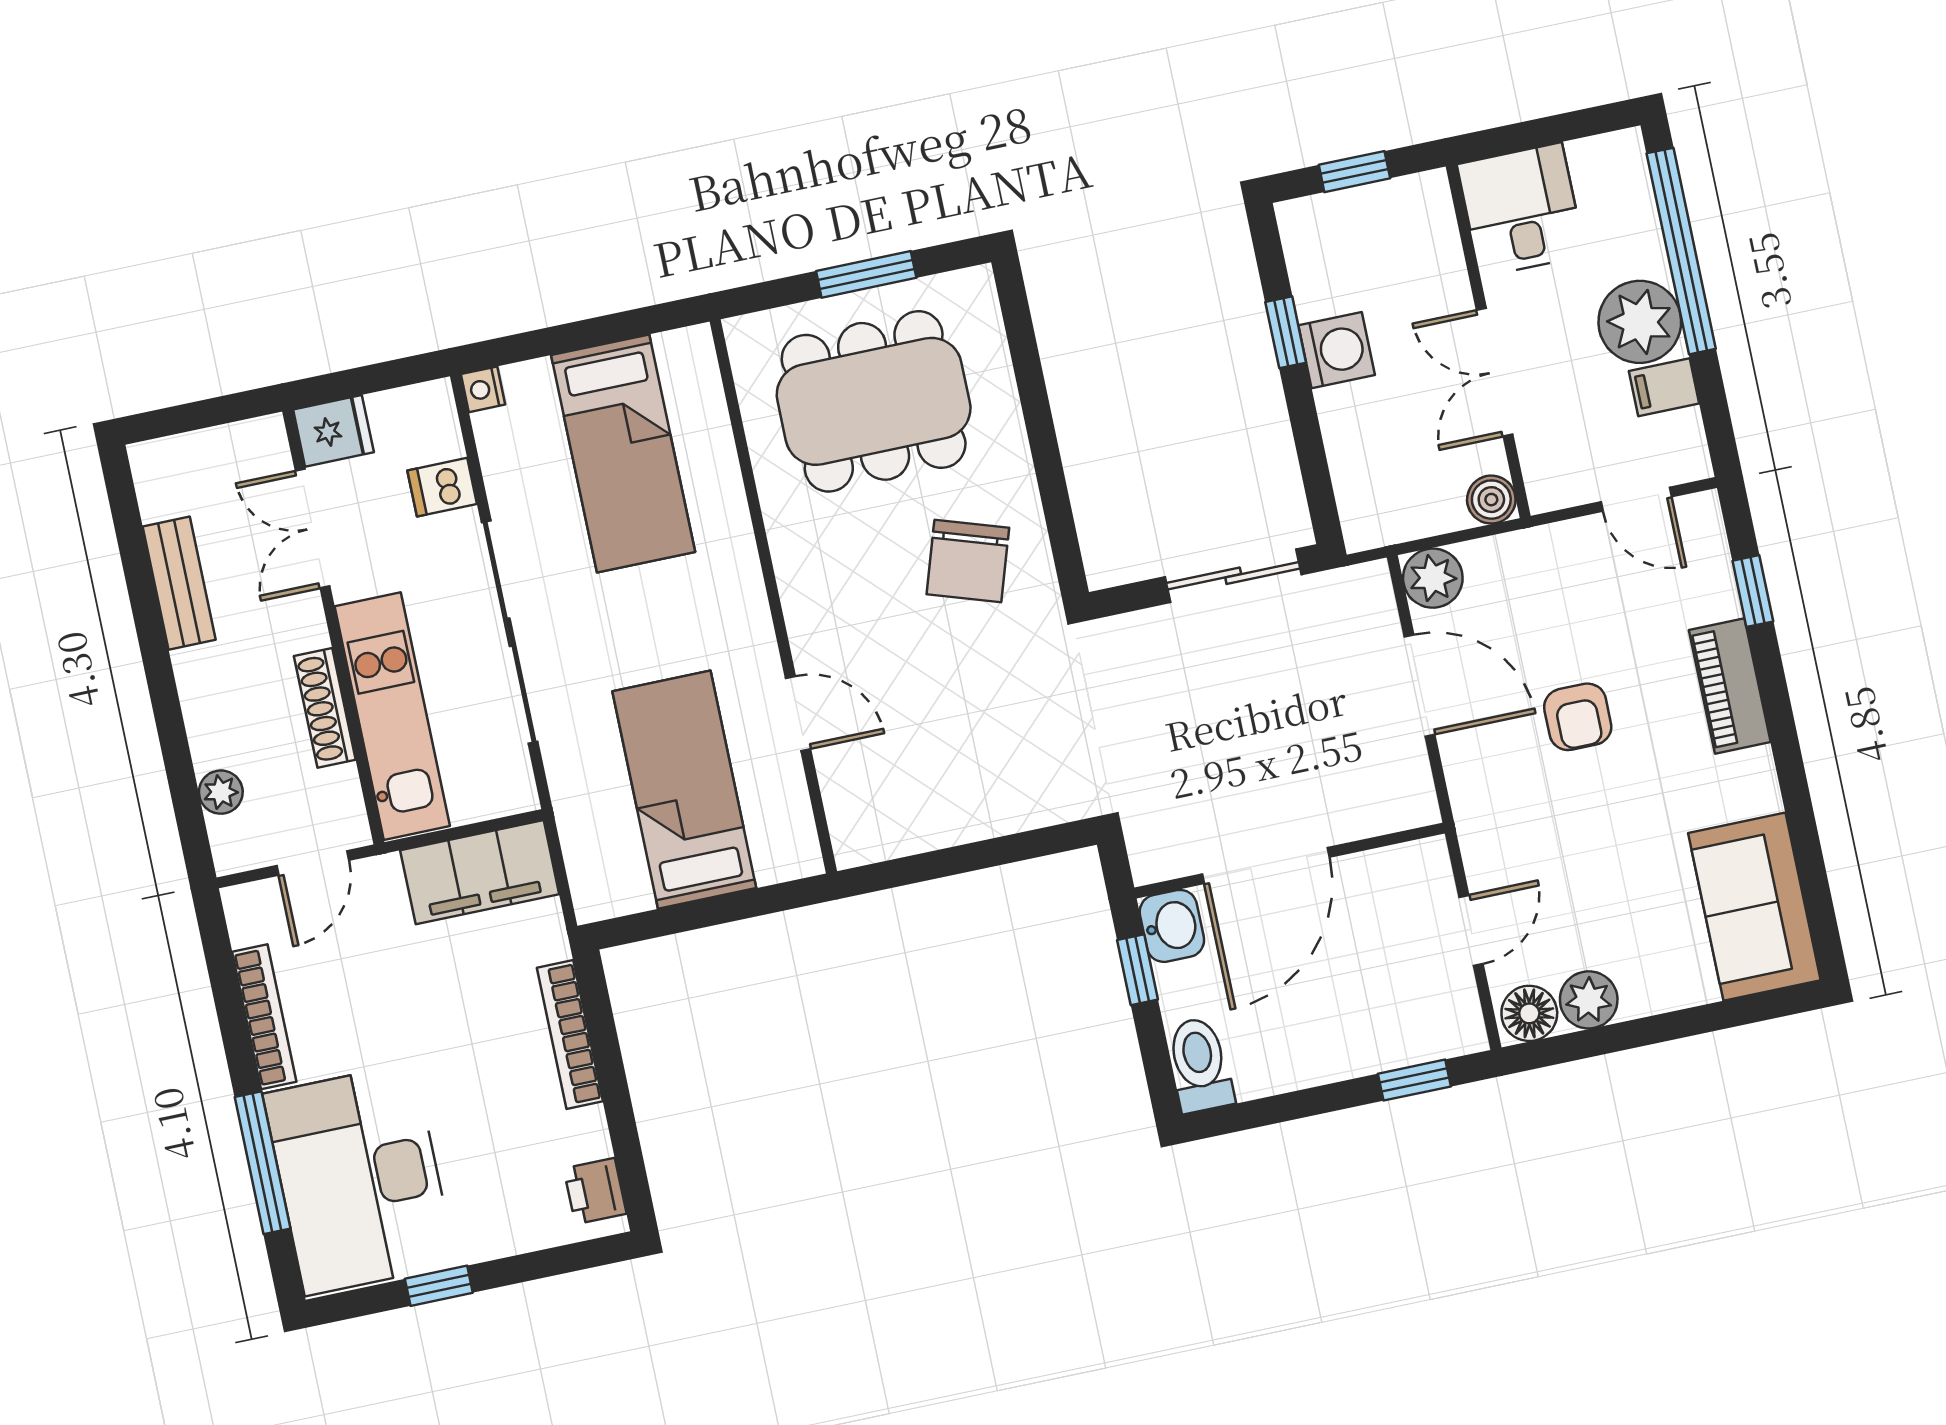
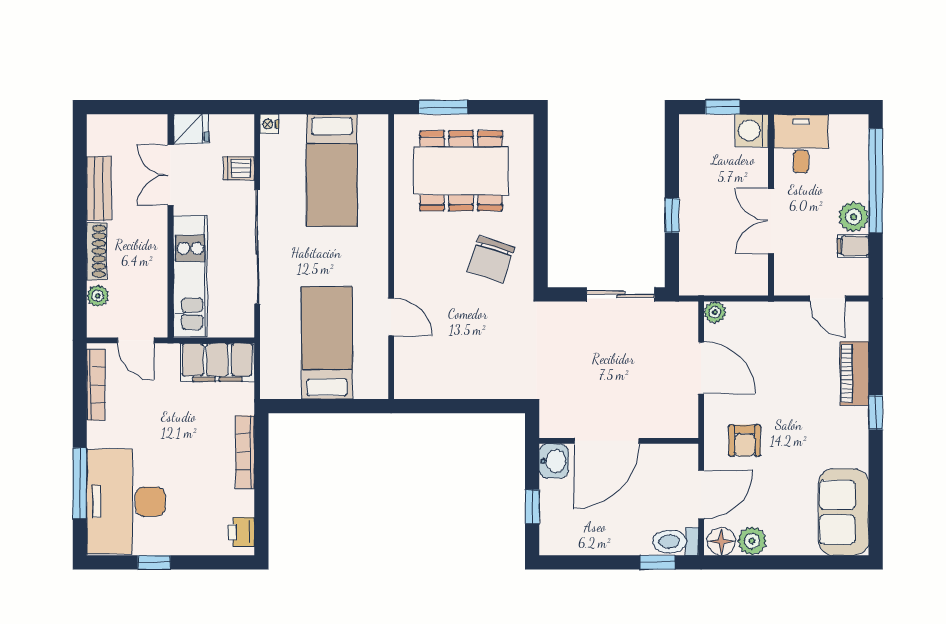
window: (866, 274) -> (444, 107), moved
plant: (1640, 322) -> (853, 217), width x0.73, depth x0.73
window: (1286, 332) -> (672, 215), moved
washing machine: (1337, 350) -> (752, 131), moved, turned 180
boiler: (1491, 500) -> (756, 284), removed
plant: (1433, 578) -> (715, 312), width x0.73, depth x0.73
window: (1753, 591) -> (876, 412), moved
piano: (1730, 686) -> (854, 373), moved
shoe rack: (325, 708) -> (97, 251), moved, turned 180
armchair: (1578, 717) -> (745, 441), moved
door: (313, 863) -> (136, 340), hinge flipped
door: (1471, 930) -> (701, 494), width x1.38
window: (1137, 970) -> (532, 507), moved
bookcase: (264, 1017) -> (96, 385), moved
toilet: (1200, 1065) -> (675, 542), moved, turned -90

